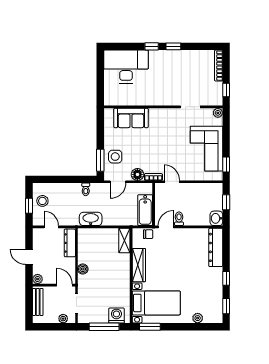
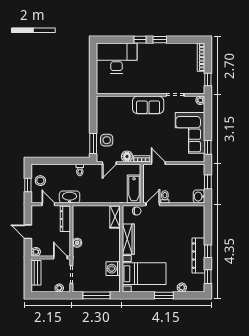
sofa: (131, 118) -> (148, 105), moved
washbasin: (91, 219) -> (70, 197), moved
dresser: (216, 247) -> (198, 256), moved
washing machine: (116, 315) -> (113, 269), moved, turned -90
window: (150, 327) -> (164, 295), moved

